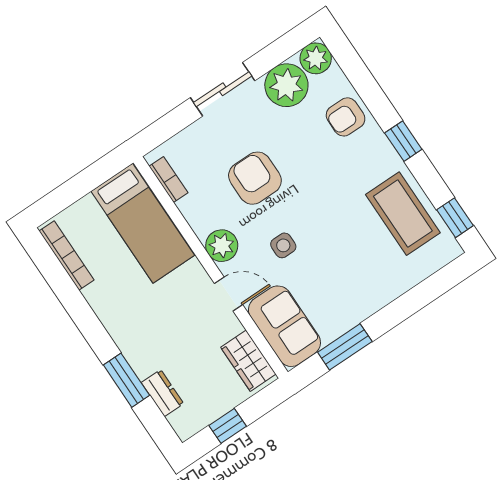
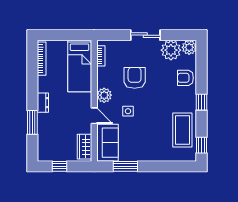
dresser: (162, 393) -> (43, 103), moved

